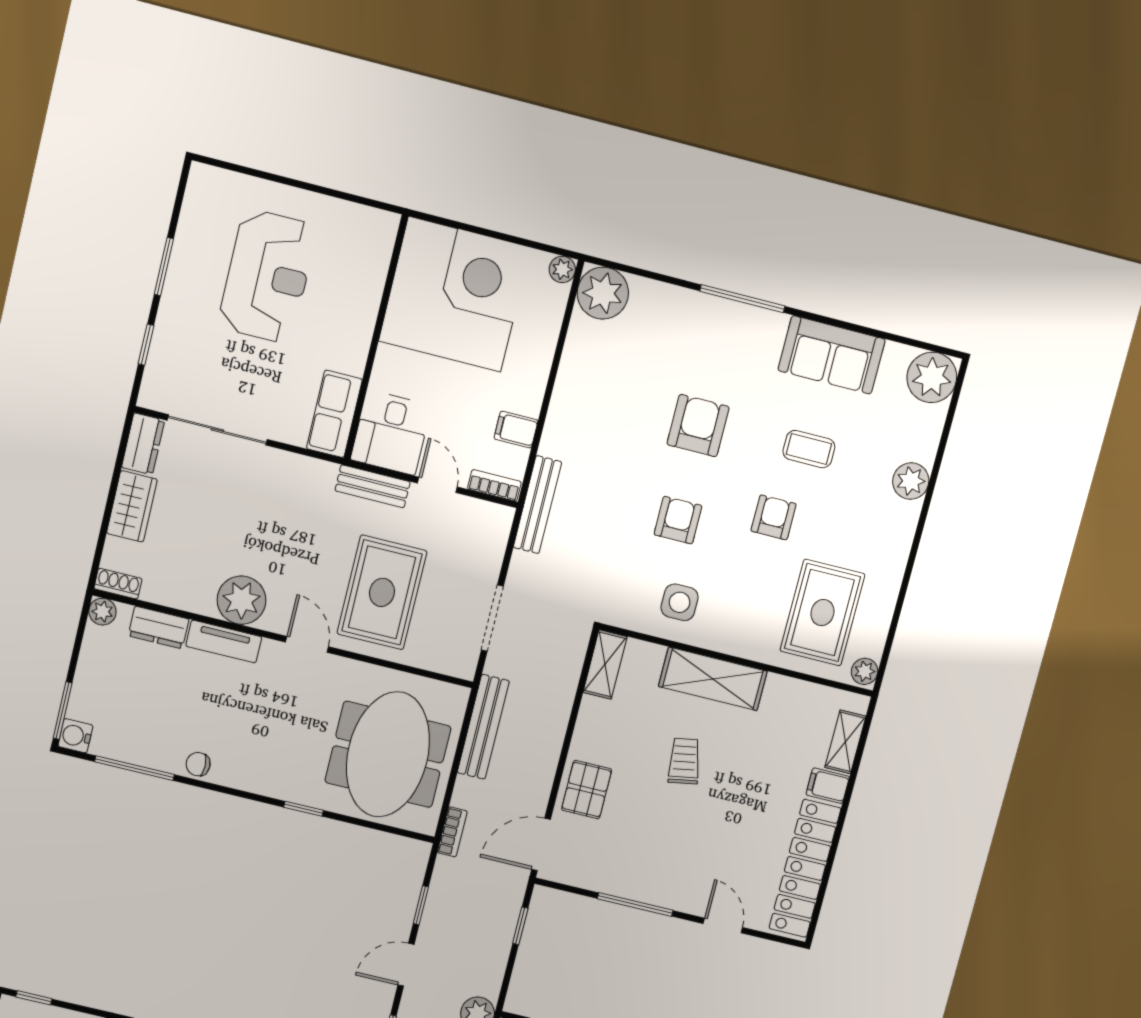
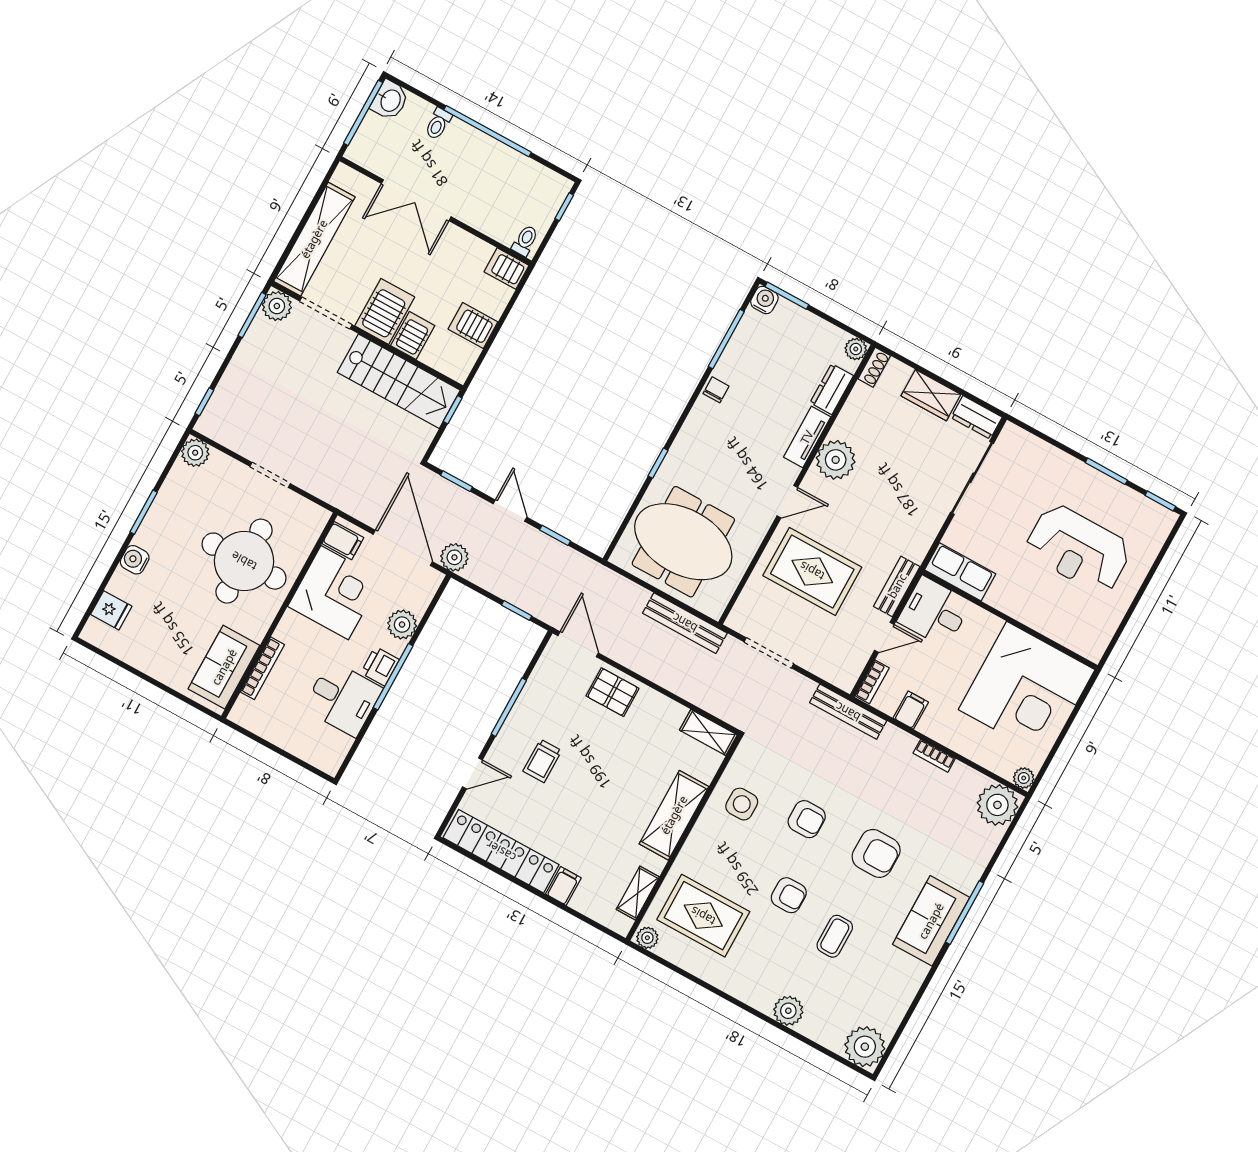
window: (146, 345) -> (1160, 501), moved
sofa: (832, 355) -> (931, 921), moved
shelving: (845, 742) -> (638, 893), moved, turned 90
trolley: (684, 761) -> (542, 761), moved, turned 100
bookcase: (452, 832) -> (934, 756), moved

